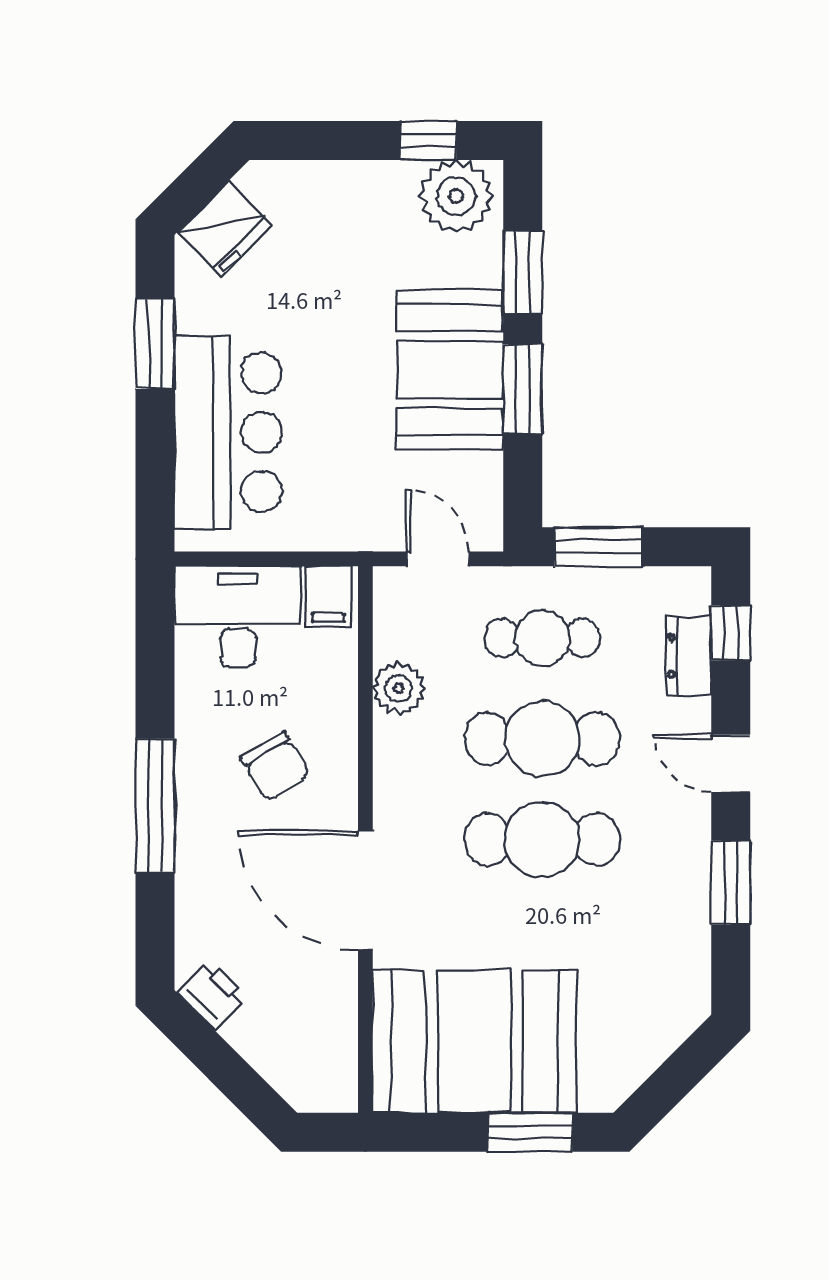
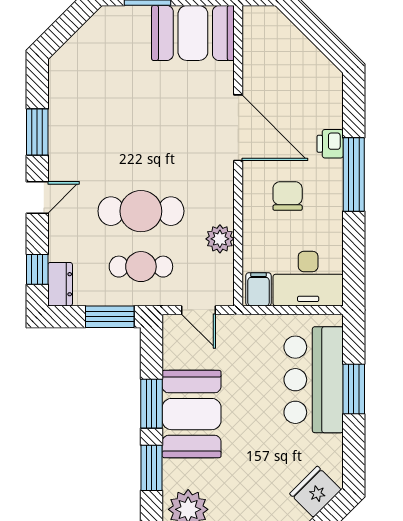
window: (155, 344) -> (354, 389), moved
dresser: (689, 656) -> (60, 284), moved
door: (731, 763) -> (37, 198), hinge flipped
chair: (275, 766) -> (288, 196), turned 31
cafe table: (542, 840) -> (141, 156), removed
printer: (212, 995) -> (330, 144), moved, turned 45
booth: (475, 1041) -> (193, 33), width x0.73, depth x0.70

